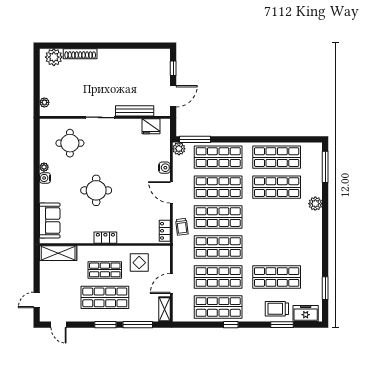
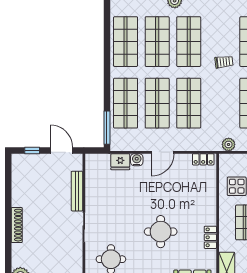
shoe rack: (80, 54) -> (17, 225), moved
fridge: (151, 126) -> (120, 162), moved, turned 90
plant: (179, 149) -> (229, 144), moved
trolley: (182, 227) -> (224, 62), moved
locker: (105, 238) -> (210, 237), moved
shop shelf: (218, 247) -> (189, 42), moved

